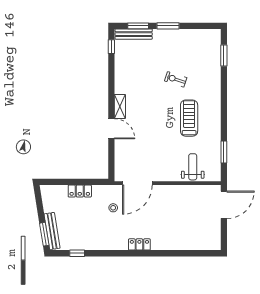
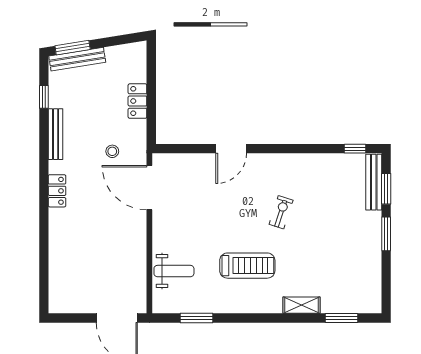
exercise bike: (176, 79) -> (281, 212), moved
shelving: (120, 106) -> (301, 305), moved
bench: (102, 245) -> (56, 134), added

